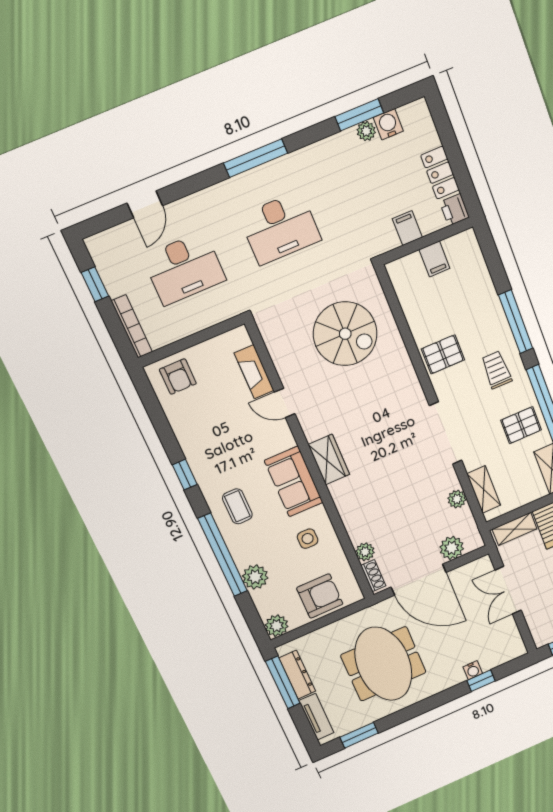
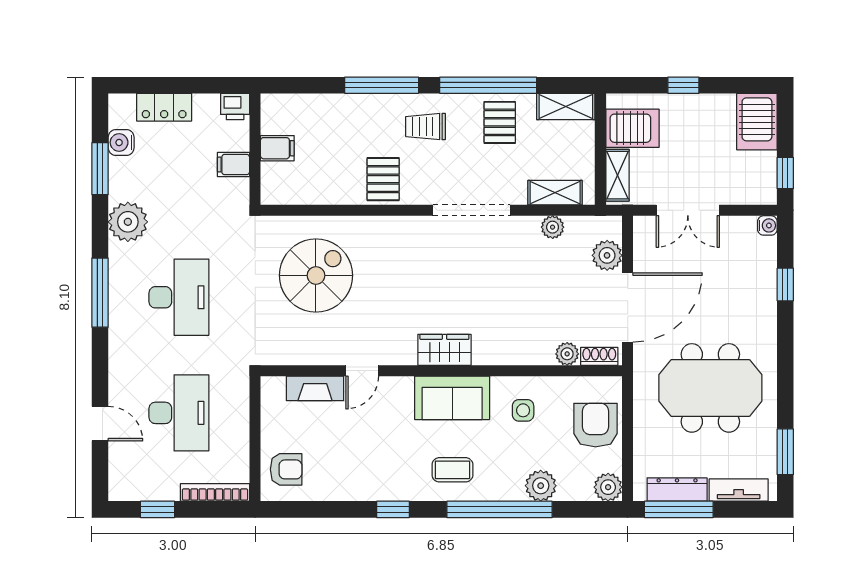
plant: (366, 131) -> (128, 222), moved, width x1.87, depth x1.87
locker: (440, 173) -> (164, 107), moved
water cooler: (473, 670) -> (767, 225), moved

